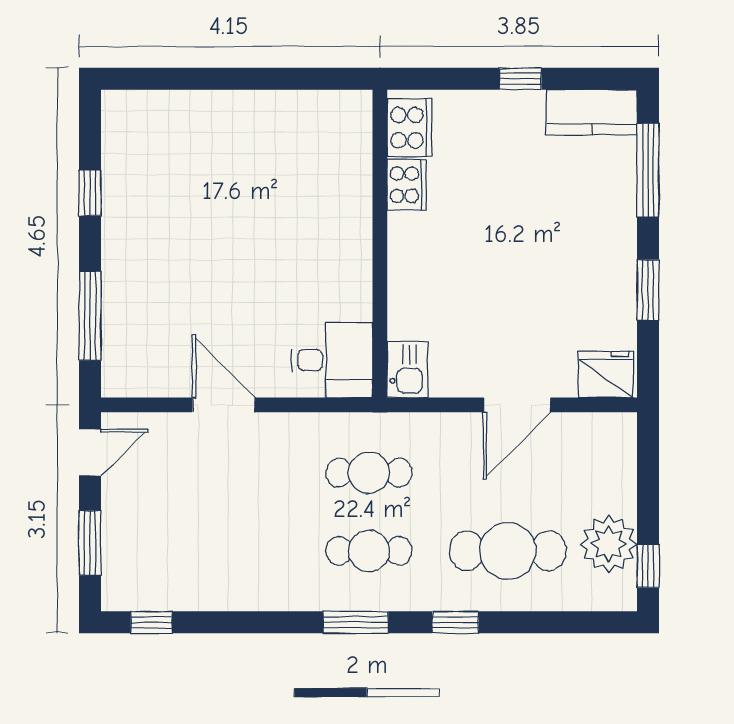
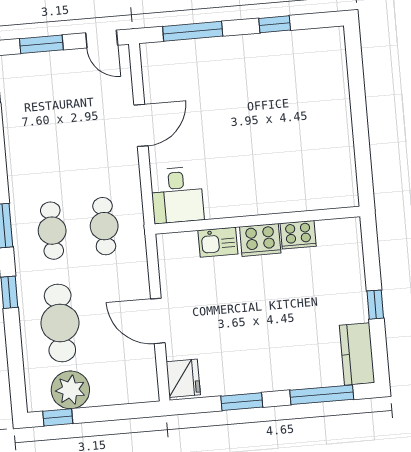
cooker: (410, 128) -> (260, 240), moved
kitchen sink: (408, 369) -> (218, 242), moved

